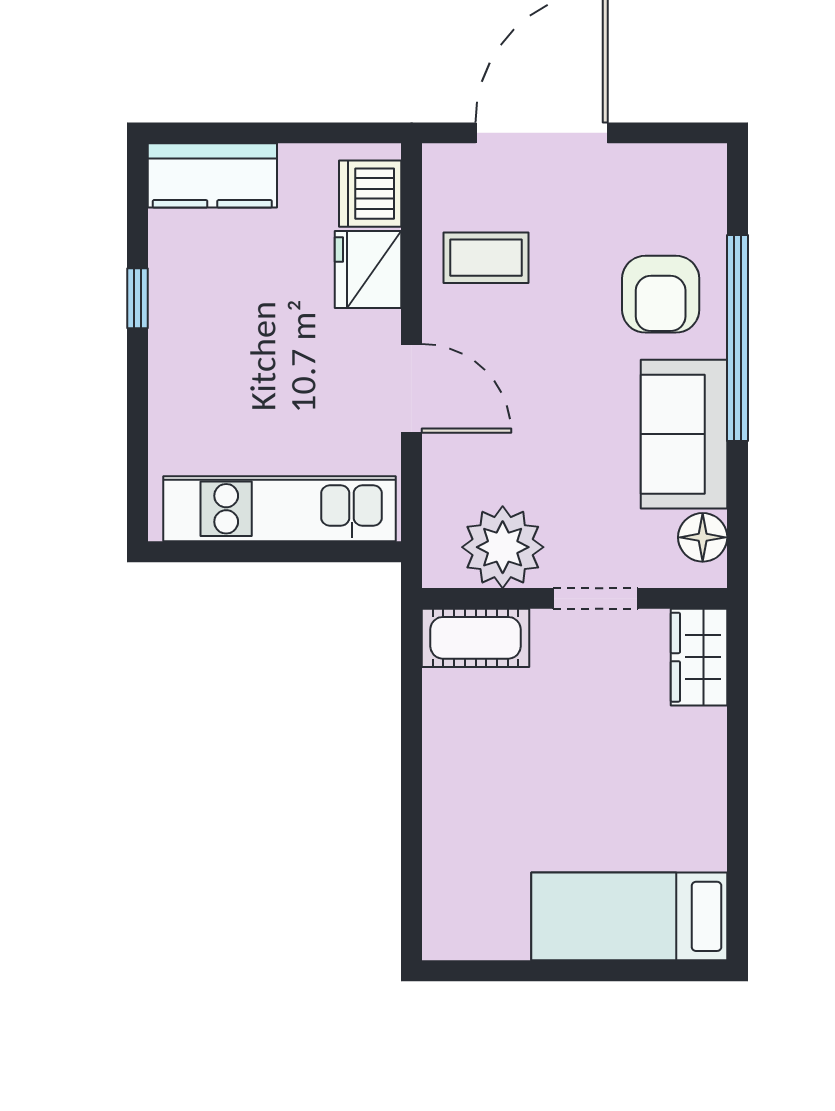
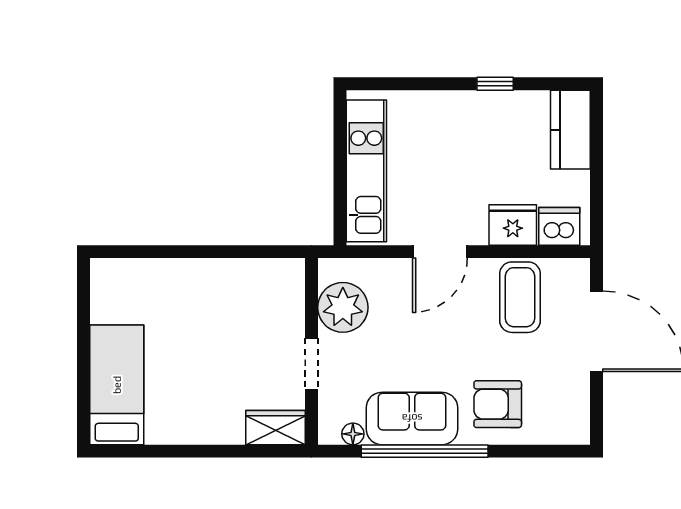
coffee table: (486, 258) -> (520, 297), width x1.36, depth x1.30
window: (737, 338) -> (425, 451), moved
floor lamp: (703, 537) -> (353, 434), width x0.73, depth x0.73
cot: (476, 638) -> (287, 291), removed

